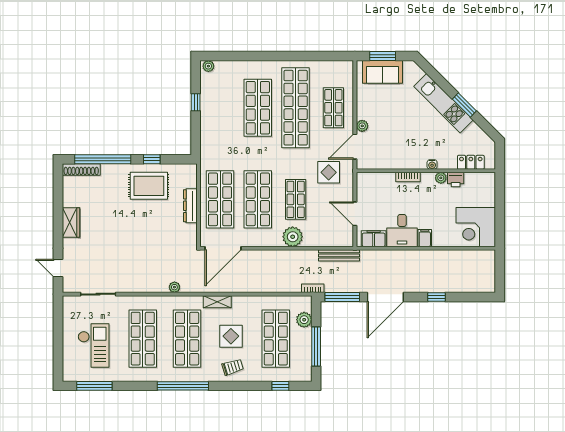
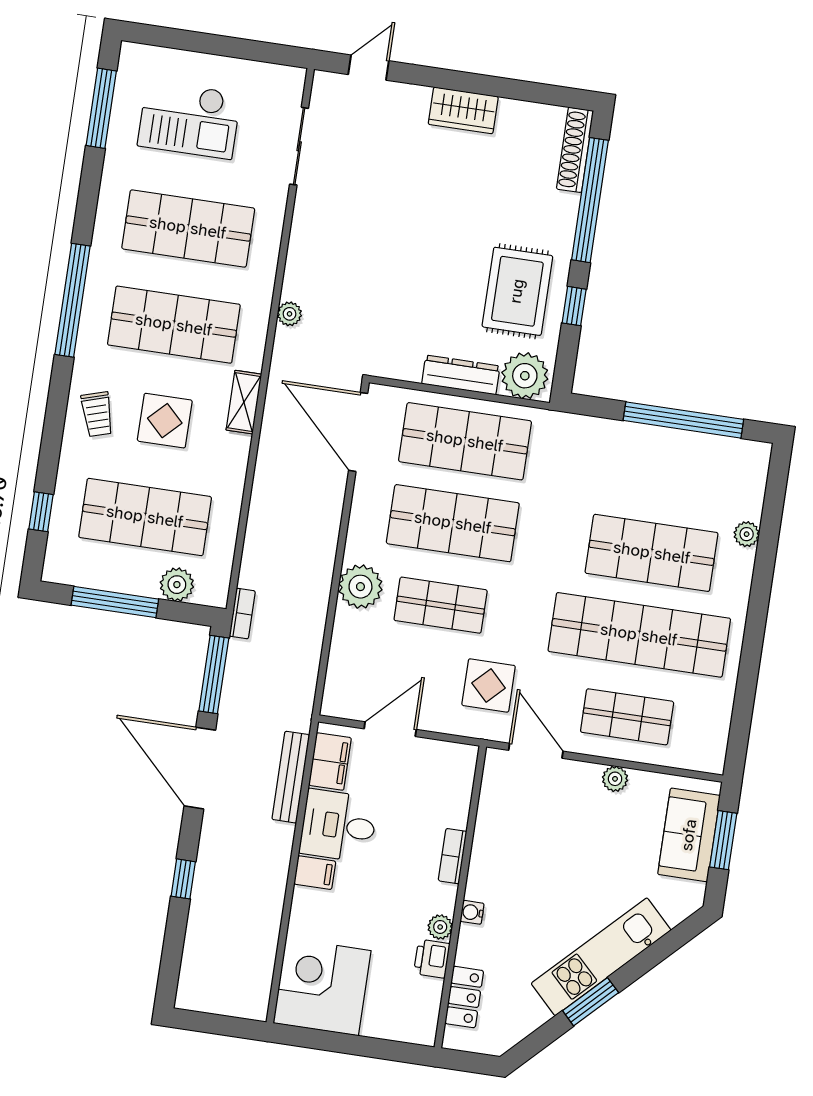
plant: (208, 66) -> (747, 534), moved
window: (196, 102) -> (683, 420), width x3.17
plant: (362, 126) -> (615, 779), moved
plant: (186, 177) -> (525, 376), added
bench: (339, 255) -> (291, 777), moved

